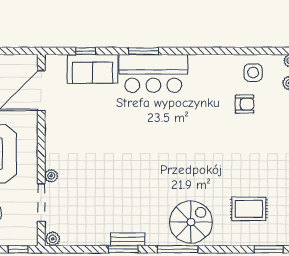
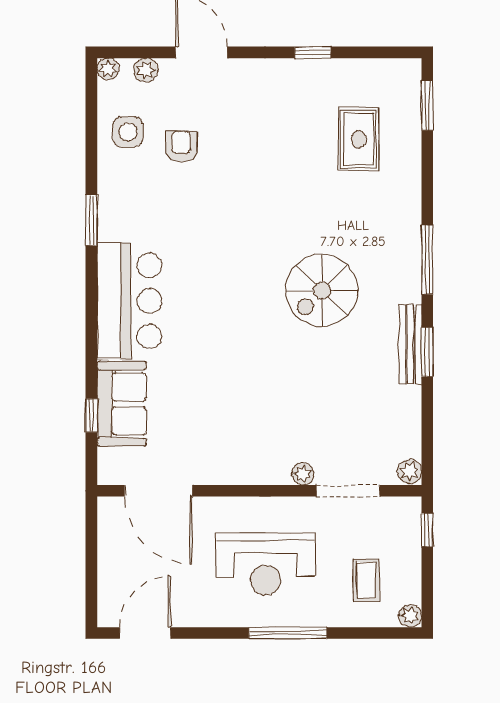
window: (143, 51) -> (91, 220), moved
spiral stairs: (191, 222) -> (322, 290), moved, turned -90
bench: (128, 239) -> (410, 345), width x1.36

